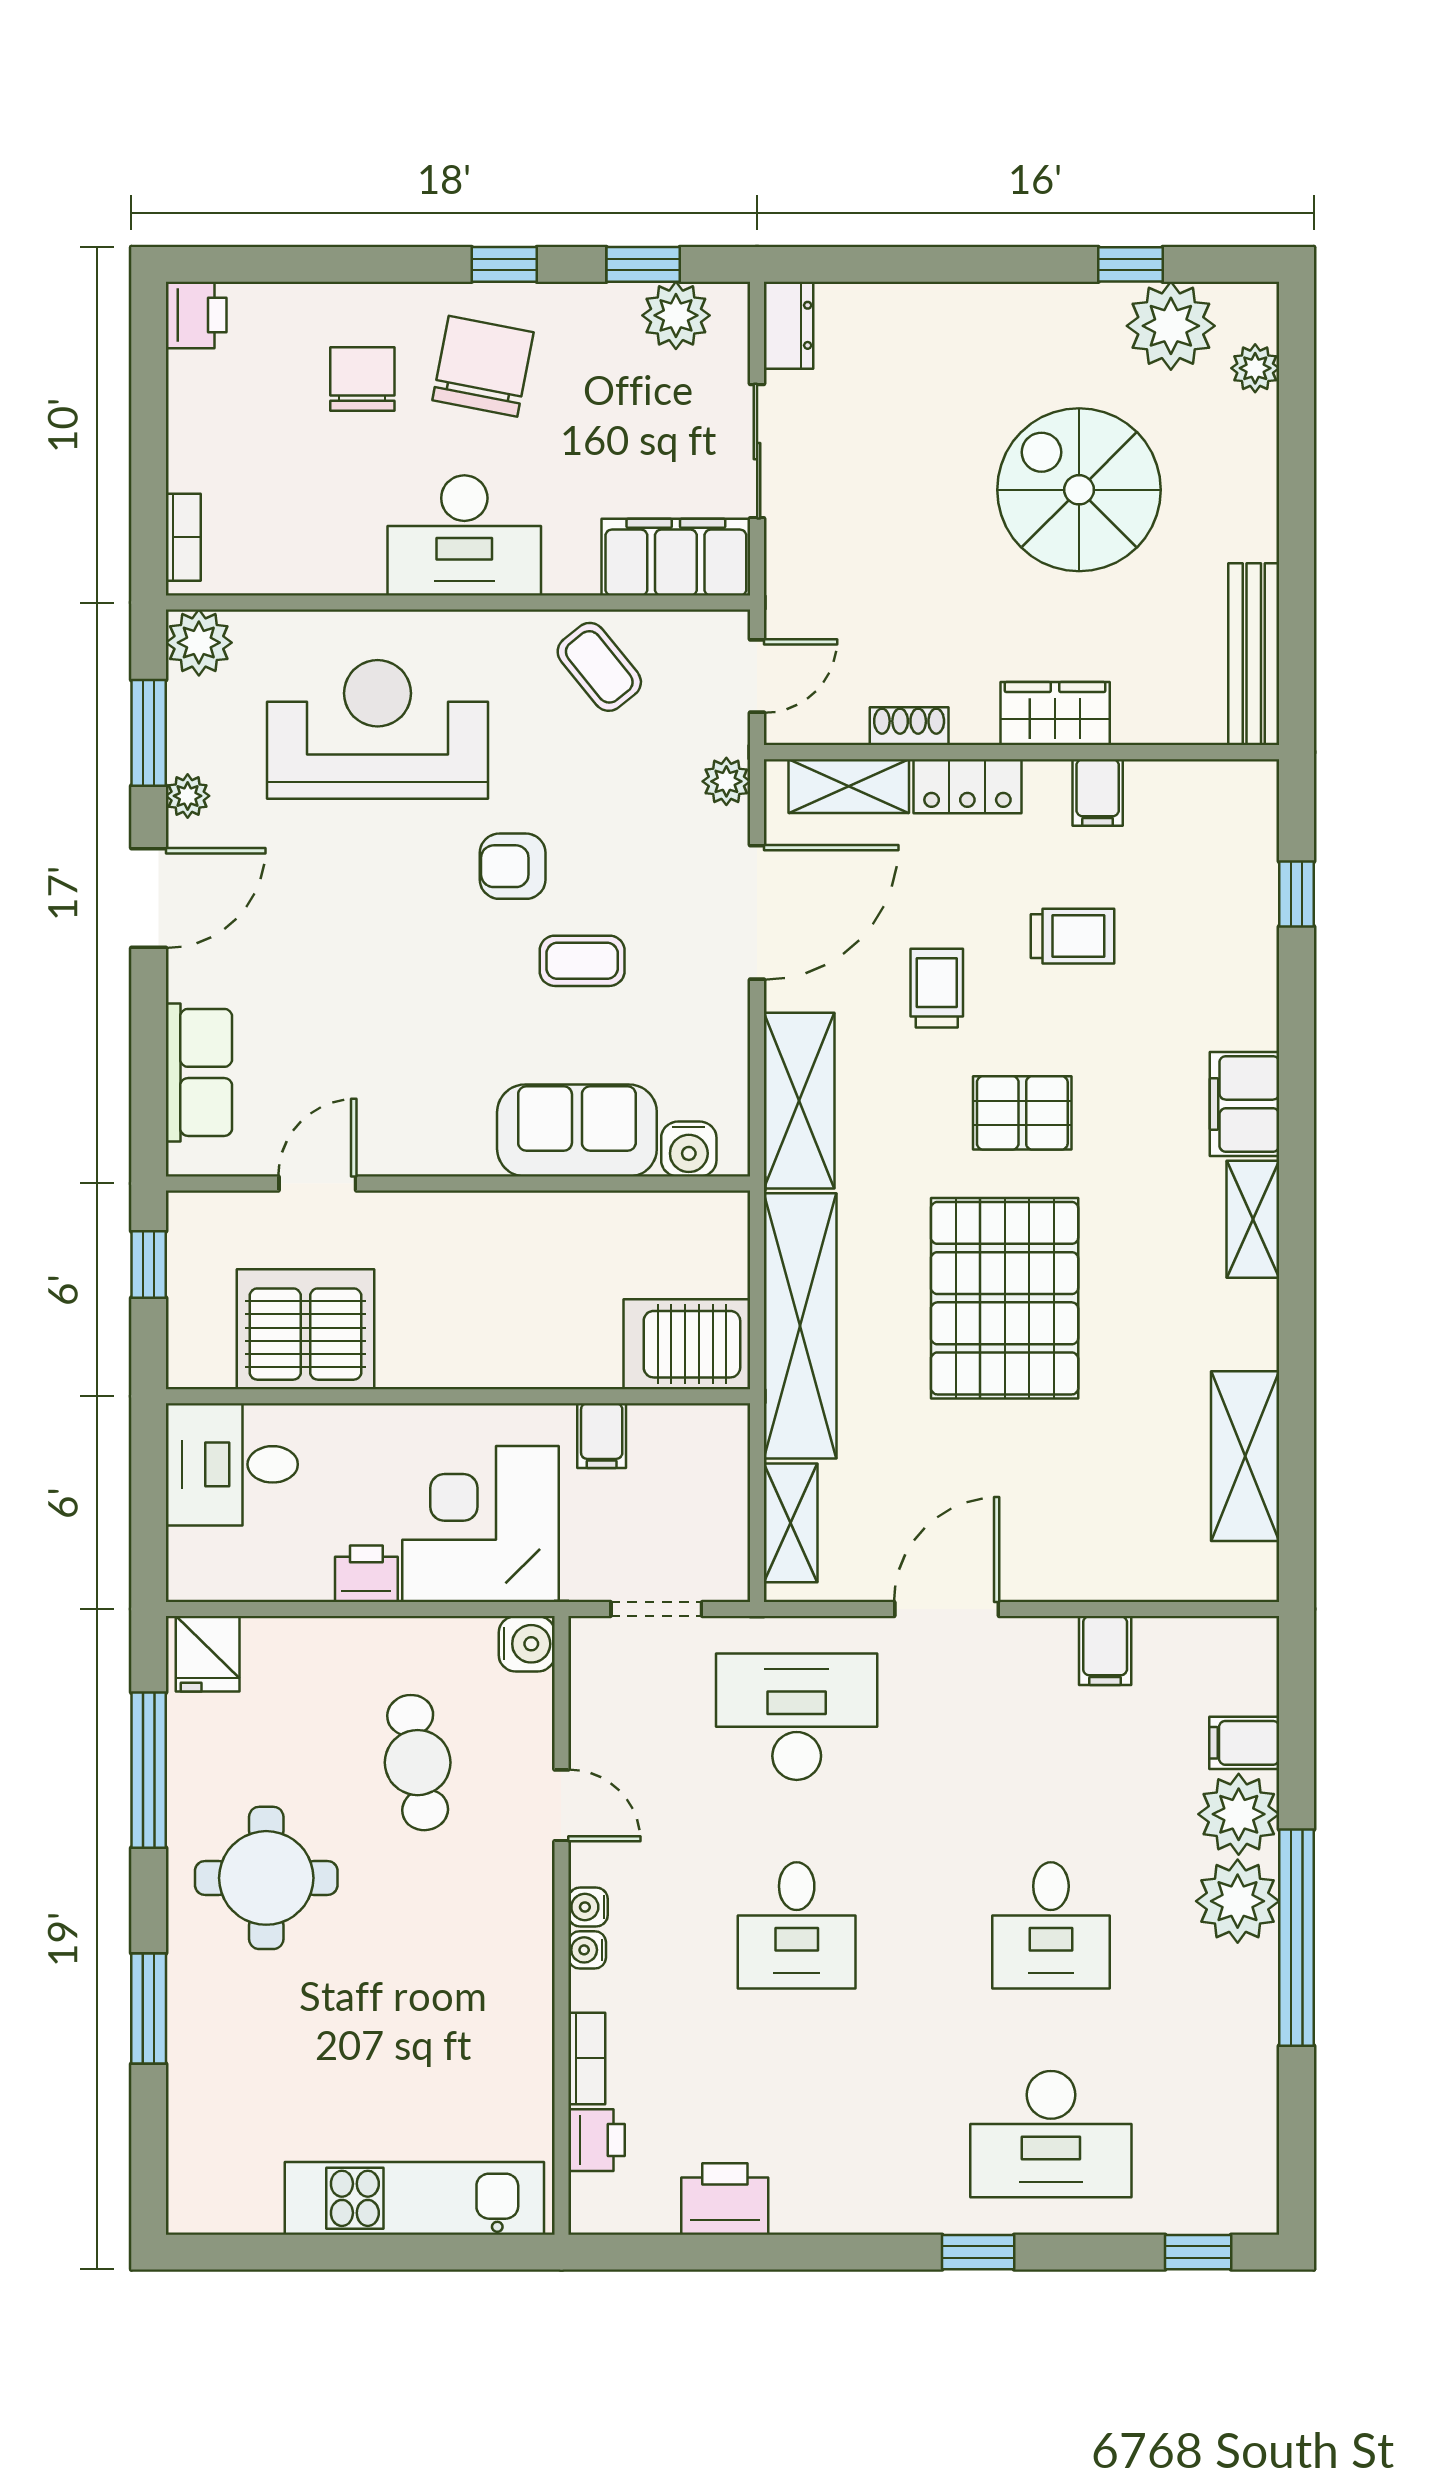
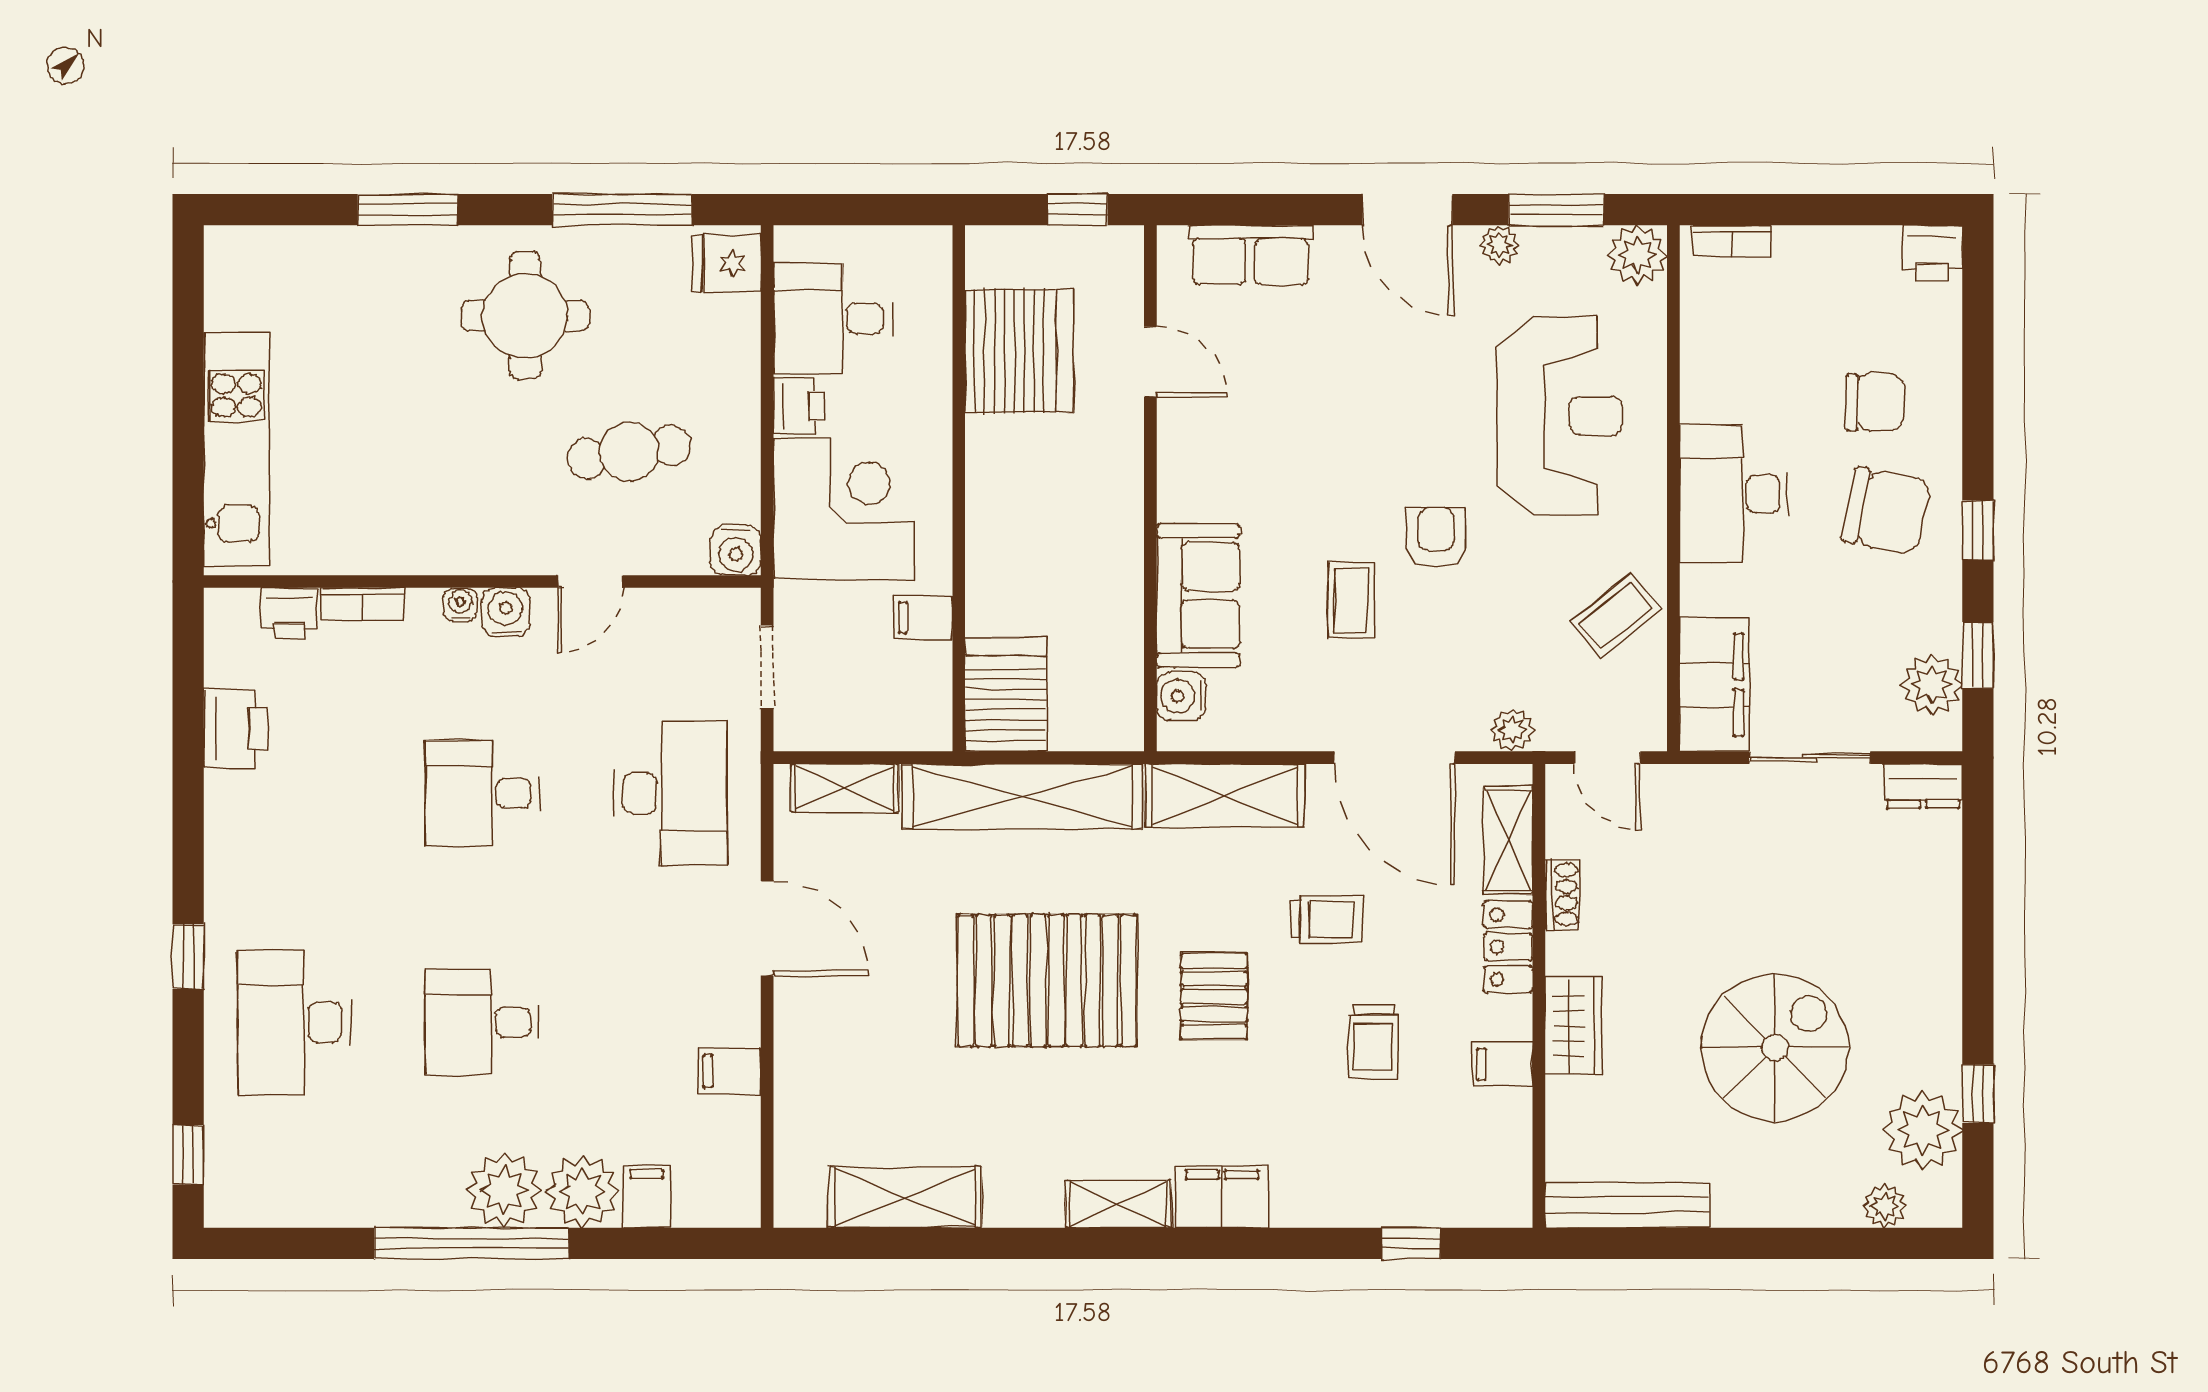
desk: (232, 1464) -> (833, 319), moved, turned -90
water cooler: (588, 1907) -> (506, 612), width x1.38, depth x1.38

